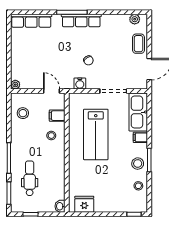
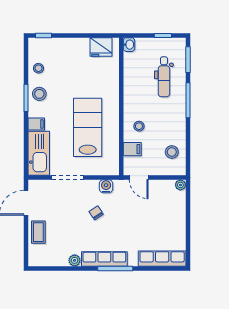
plant: (135, 19) -> (75, 260), moved

